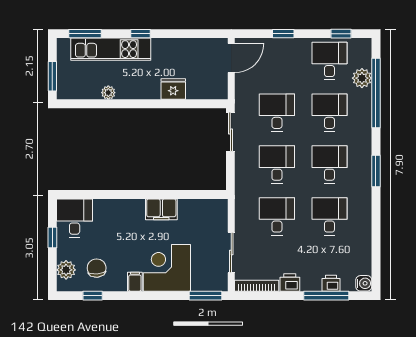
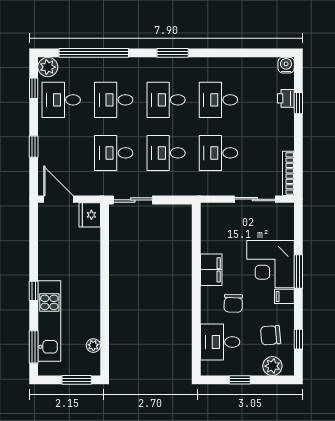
plant: (362, 78) -> (48, 67), moved
fridge: (173, 89) -> (90, 215), moved
plant: (108, 93) -> (93, 346), moved
desk: (75, 218) -> (220, 342), moved
chair: (128, 231) -> (233, 303), added
printer: (290, 282) -> (285, 140), removed
window: (206, 296) -> (298, 272), moved
window: (326, 296) -> (298, 103), width x0.46

